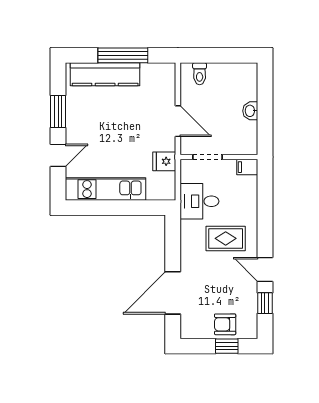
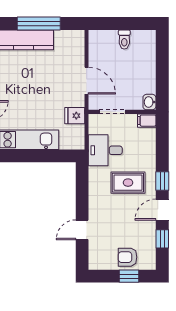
toilet: (200, 74) -> (124, 40), moved
washbasin: (250, 111) -> (149, 102), moved
window: (265, 237) -> (162, 181), added
door: (265, 269) -> (162, 210), hinge flipped
door: (173, 293) -> (82, 230), width x0.53

